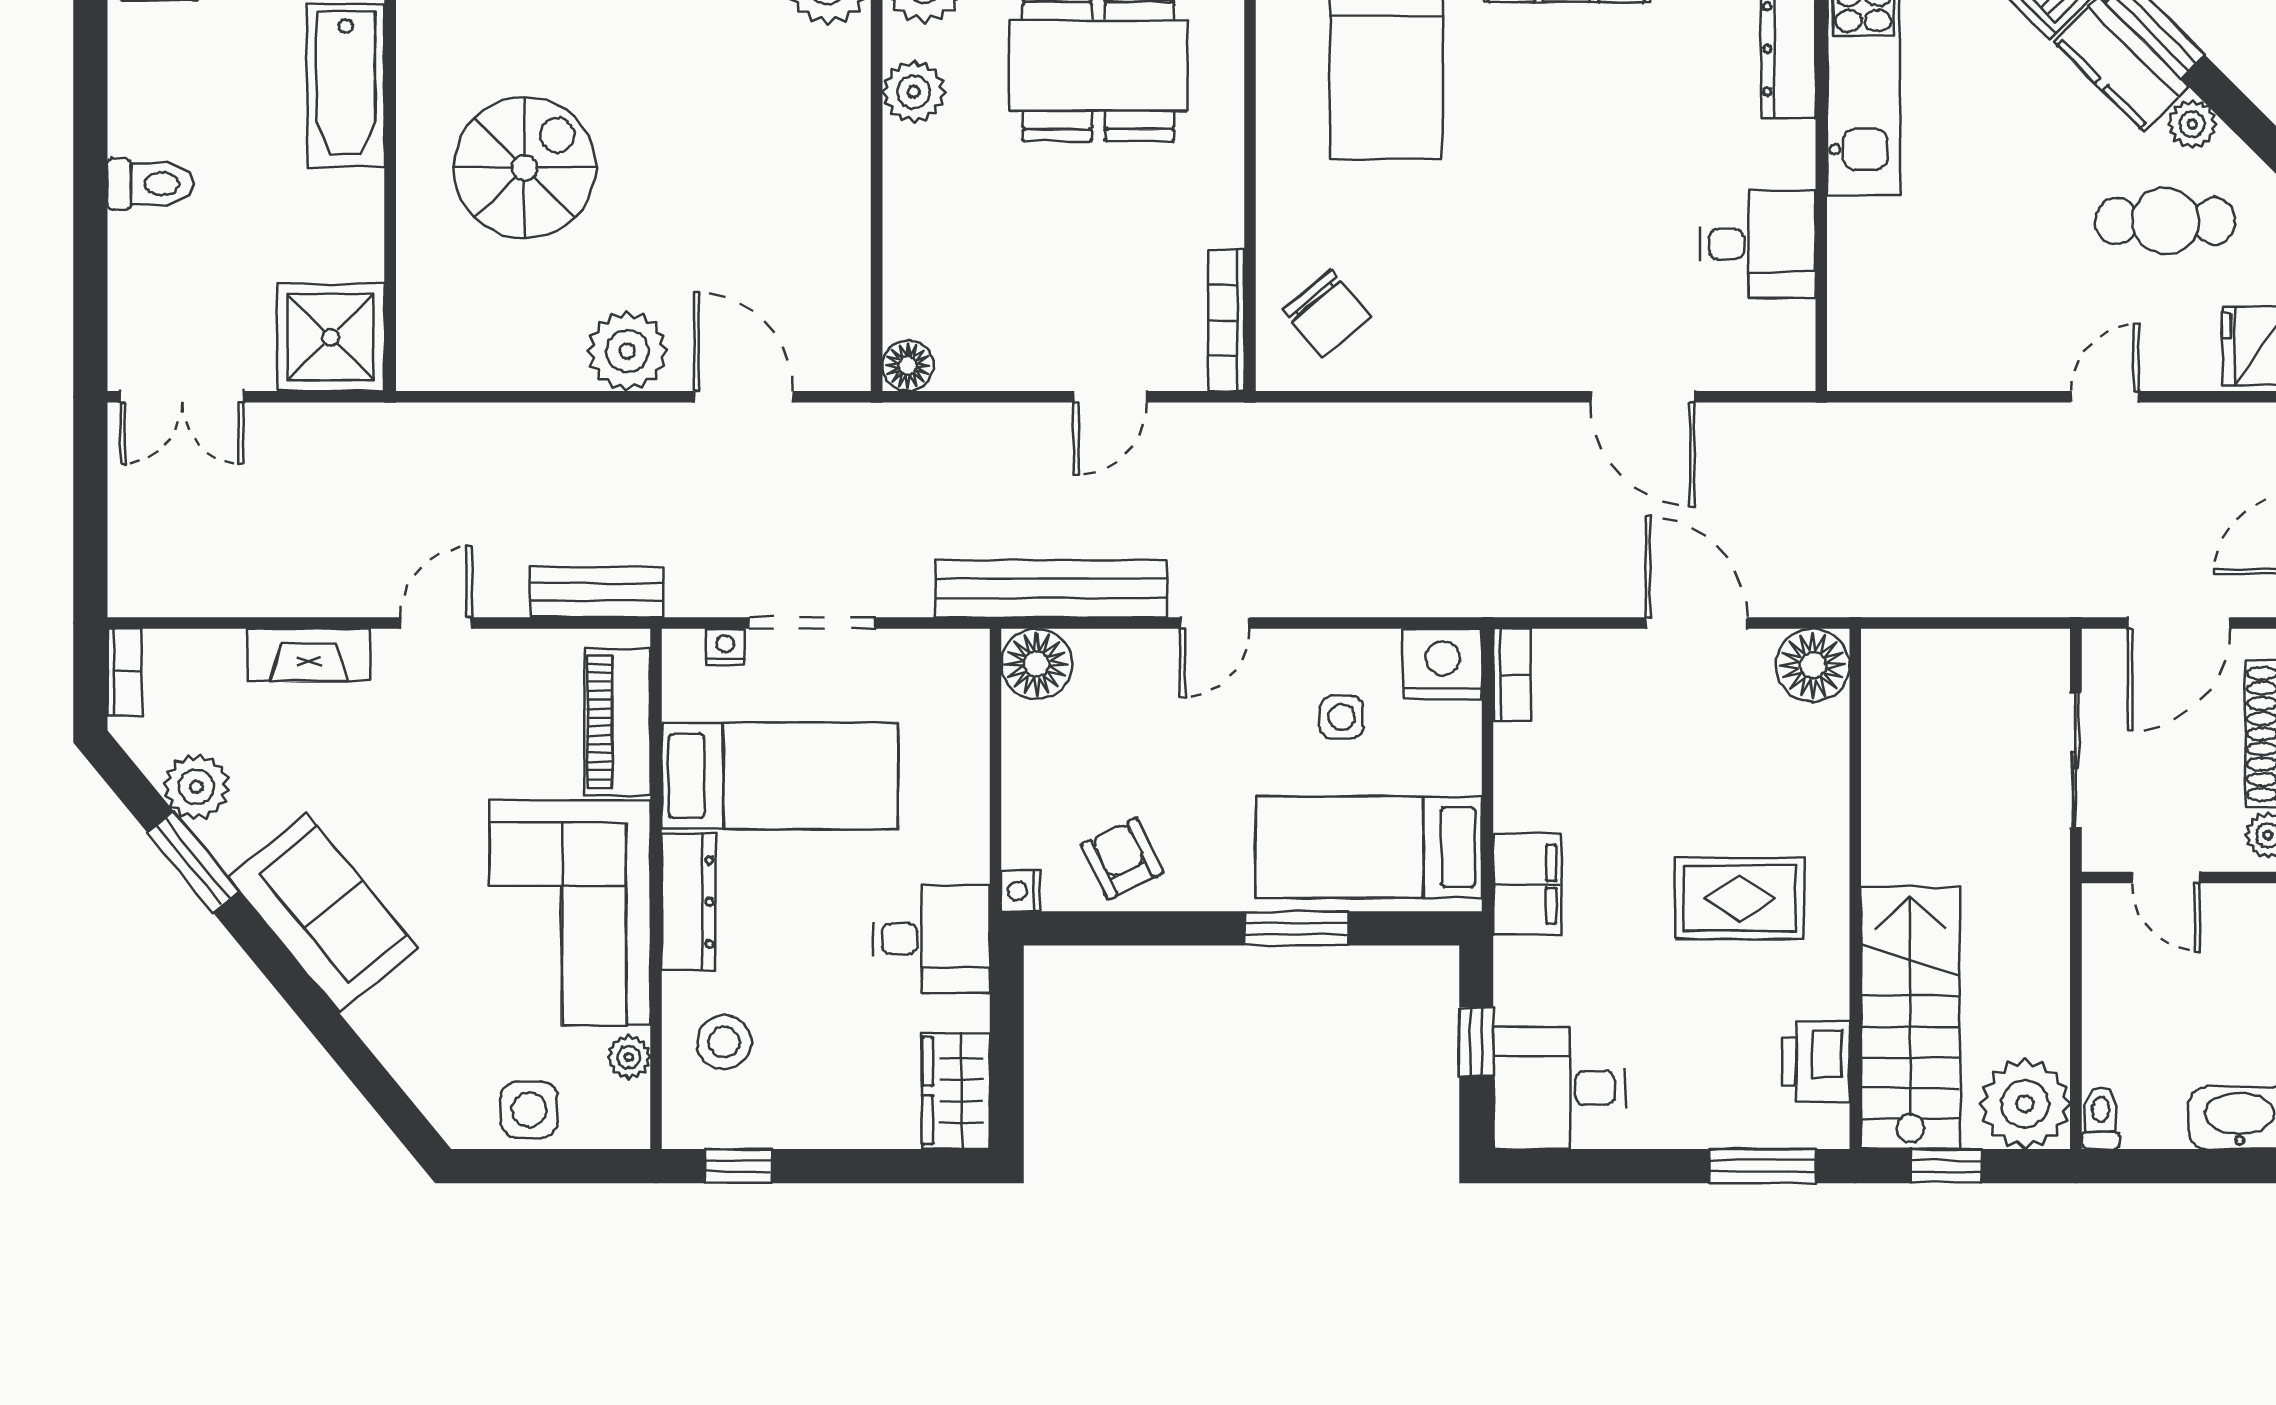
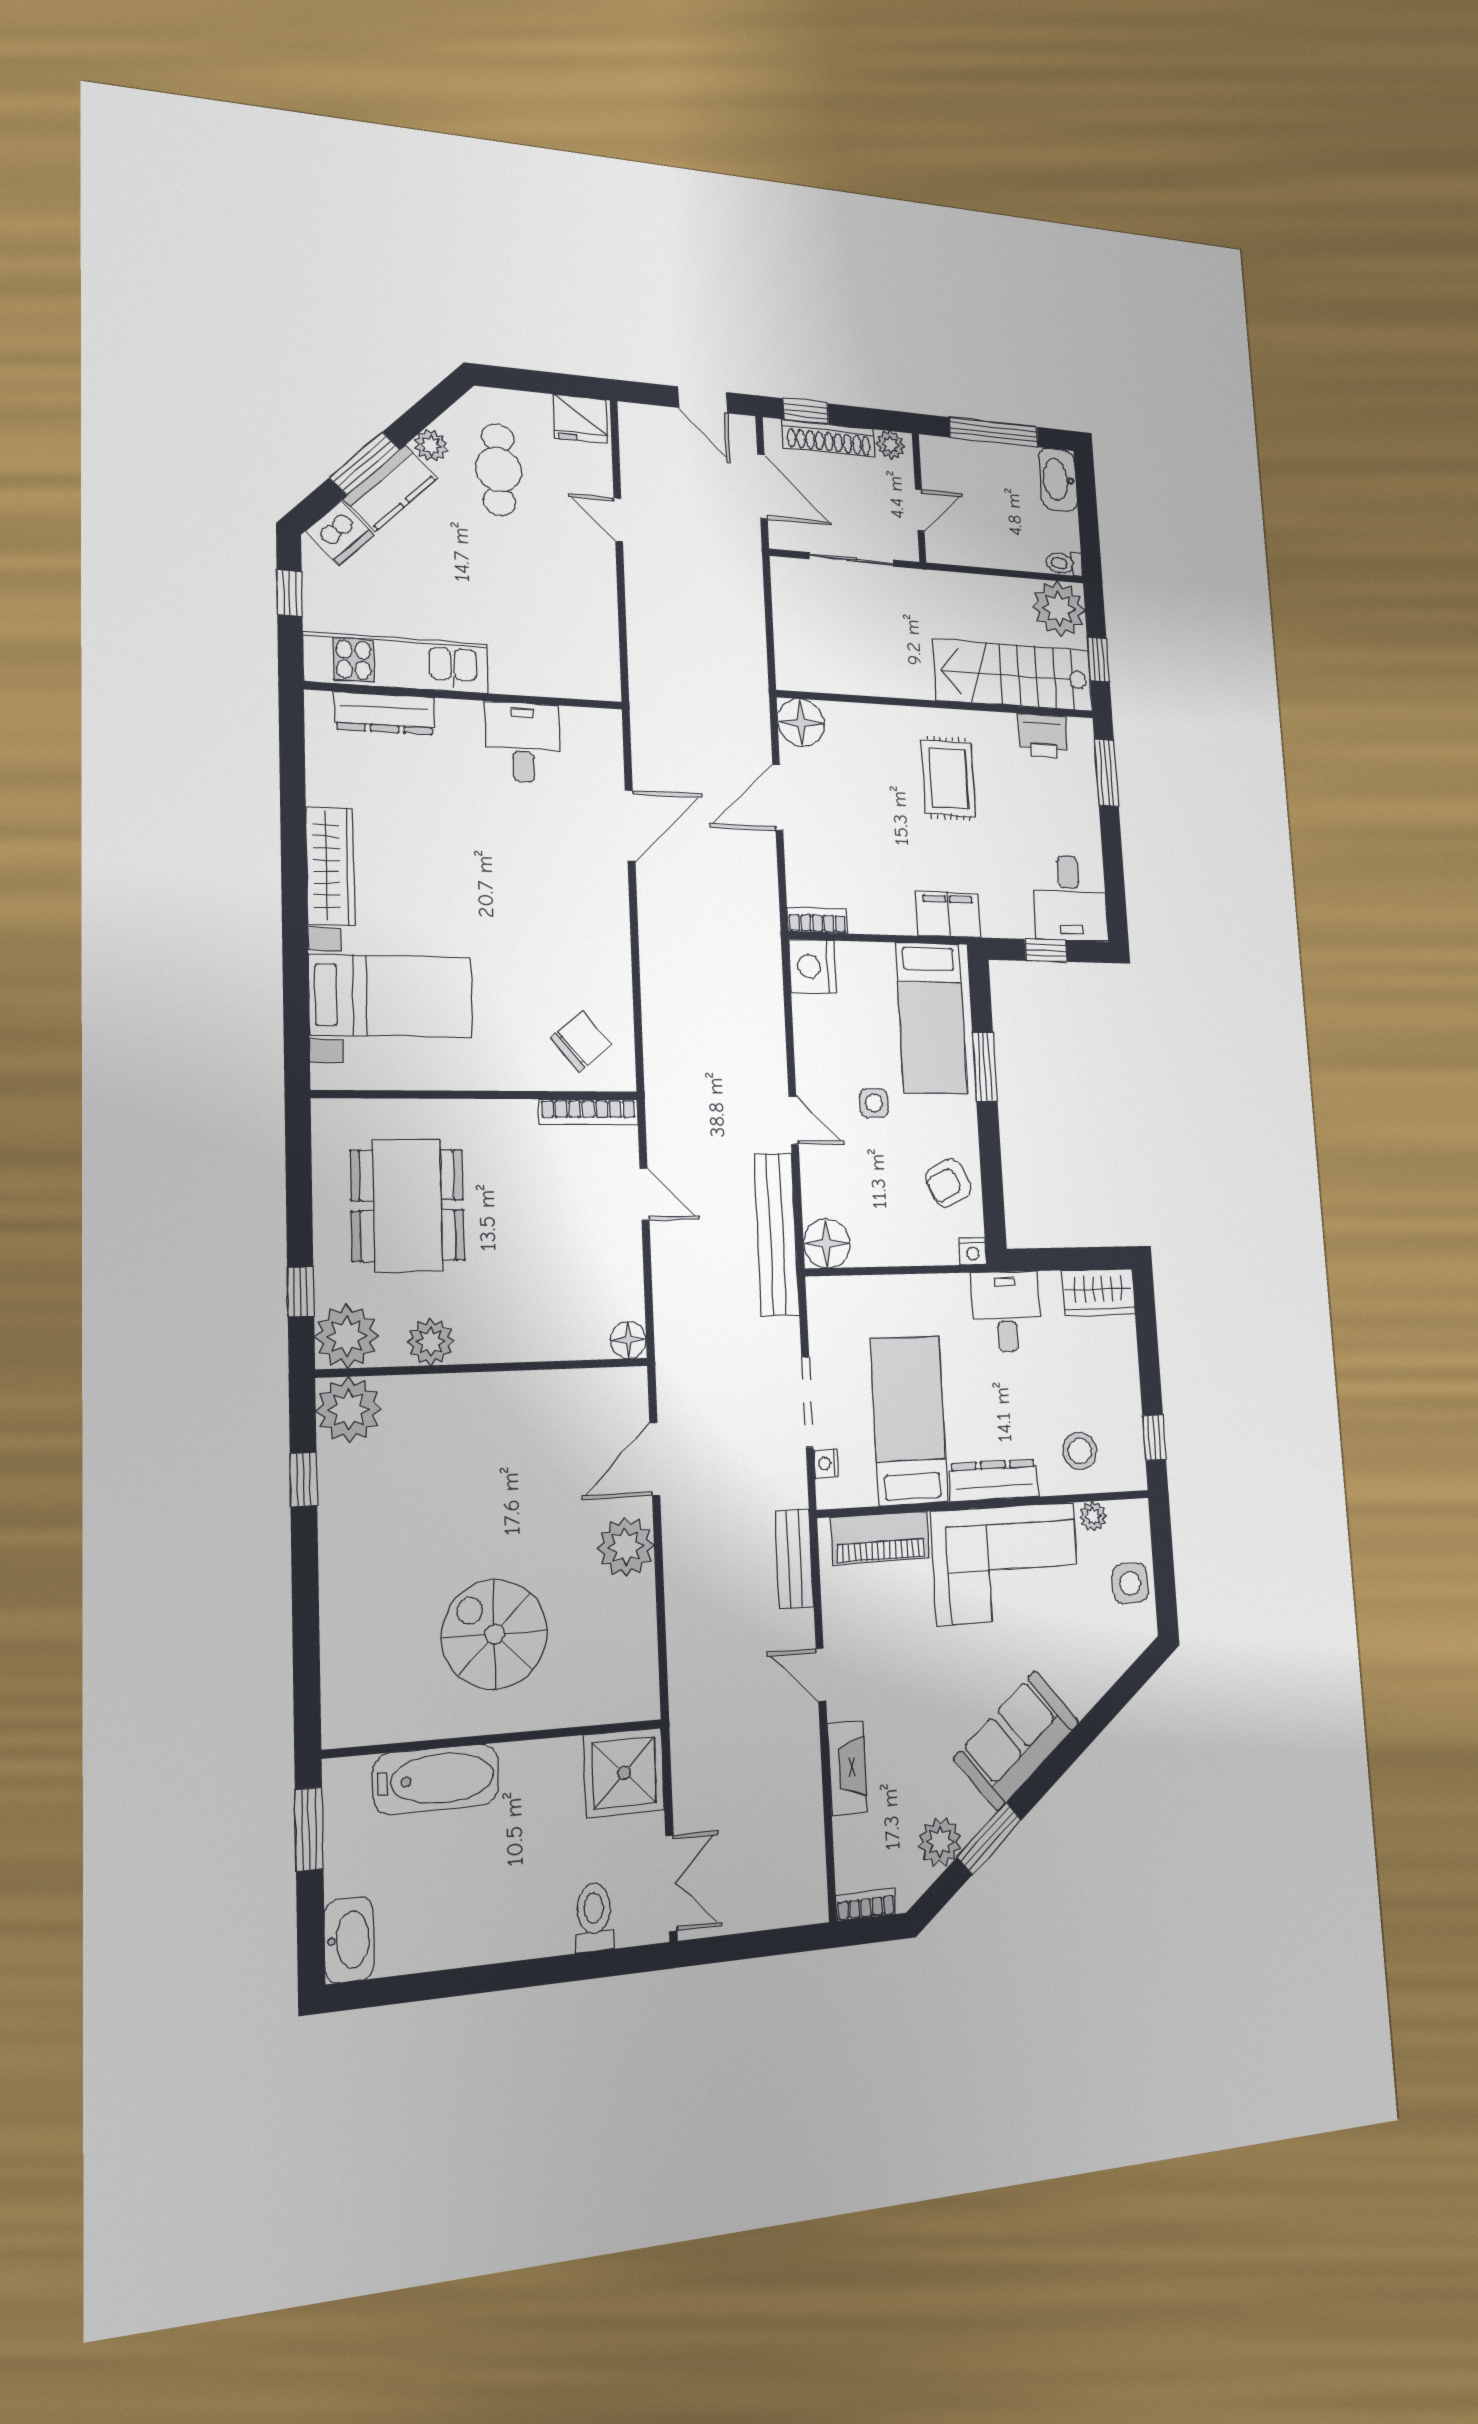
toilet: (150, 184) -> (594, 1917), moved
side table: (1342, 717) -> (874, 1103), moved

